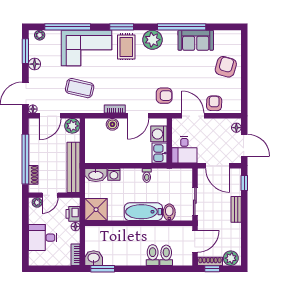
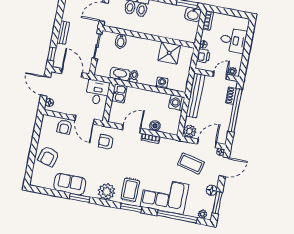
window: (182, 27) -> (80, 198), width x0.47
coffee table: (80, 88) -> (191, 163), moved
washing machine: (159, 134) -> (177, 103), moved, turned 180
washbasin: (96, 175) -> (120, 74), moved
shower: (96, 210) -> (169, 53), moved
bathtub: (143, 212) -> (143, 46), removed

